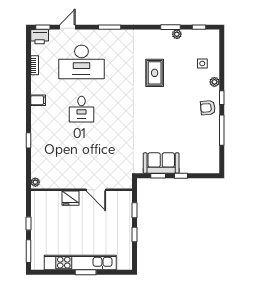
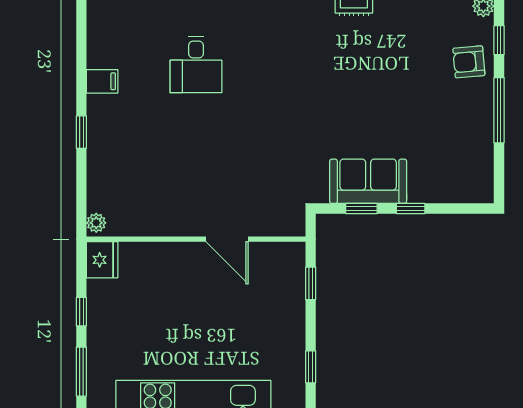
filing cabinet: (38, 100) -> (102, 81), moved
fridge: (70, 198) -> (102, 260), moved, turned -90
window: (135, 235) -> (311, 367), moved

